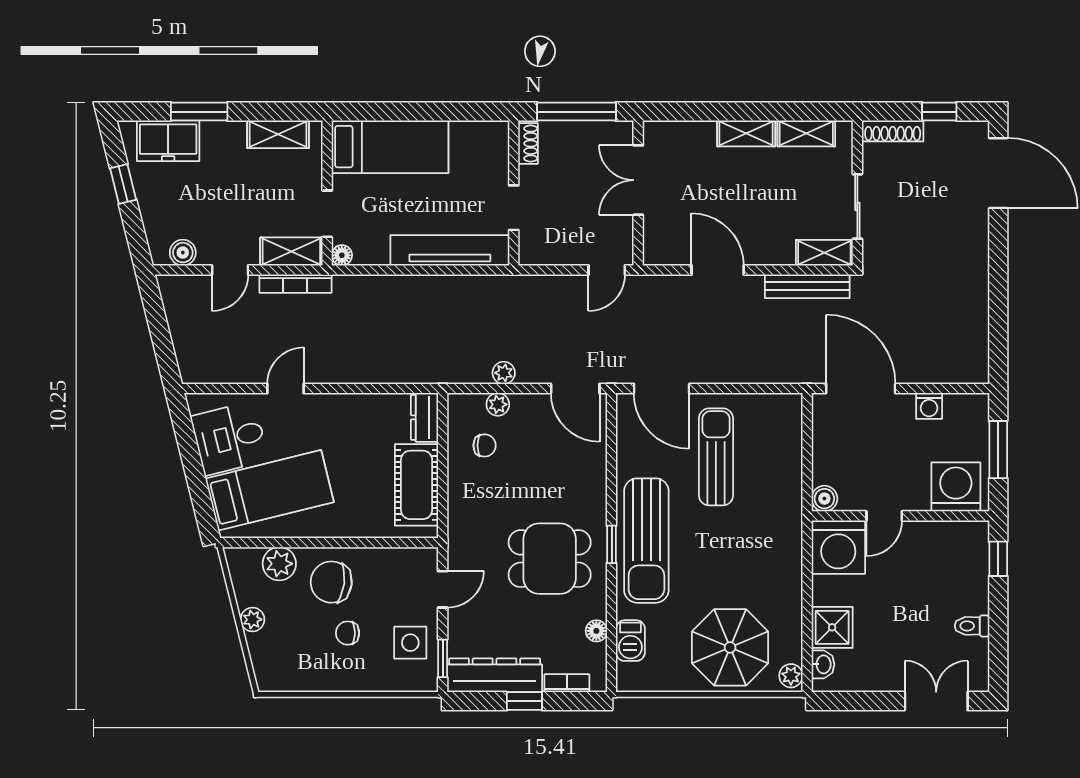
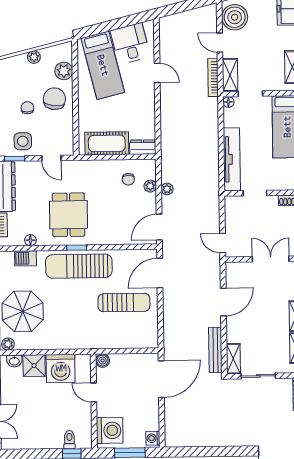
boiler: (183, 253) -> (235, 17), width x1.86, depth x1.86
washing machine: (929, 406) -> (153, 438), moved
washing machine: (838, 547) -> (61, 368), moved, turned -90
toilet: (972, 626) -> (69, 440), moved

